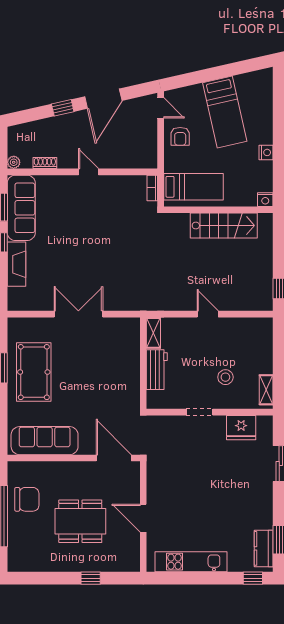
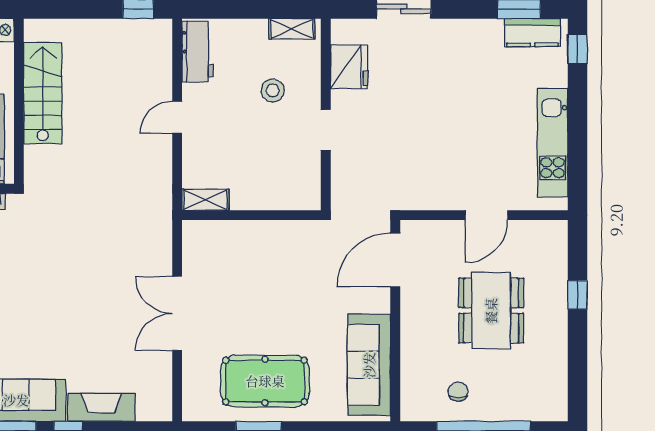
workbench: (157, 370) -> (198, 51), moved, turned 90
chair: (27, 499) -> (458, 392), width x0.54, depth x0.54

